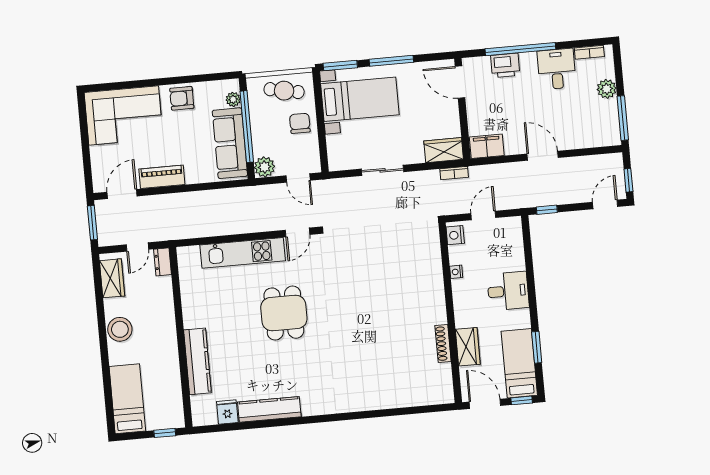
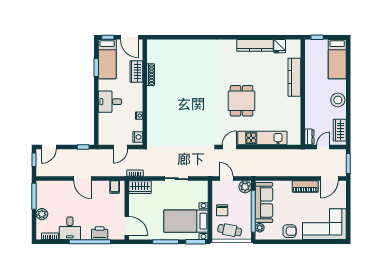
filing cabinet: (487, 146) -> (115, 187), width x0.50

